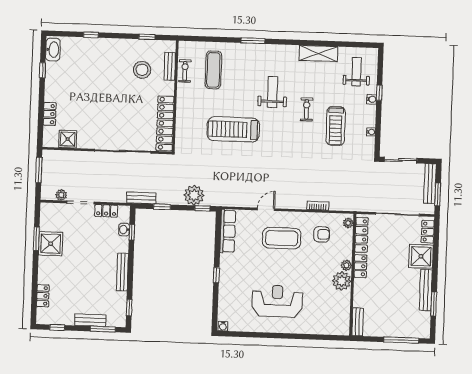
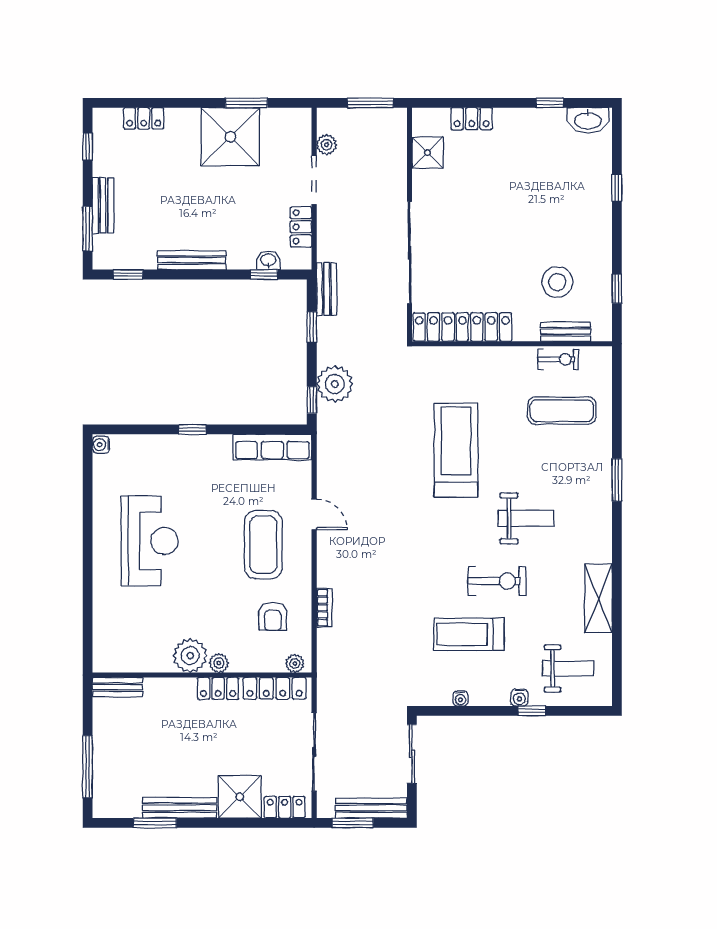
exercise bike: (307, 109) -> (497, 581), width x1.38, depth x1.39
shower: (51, 244) -> (230, 137), width x1.37, depth x1.37

